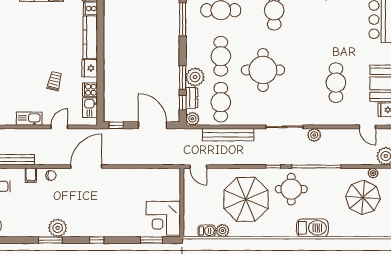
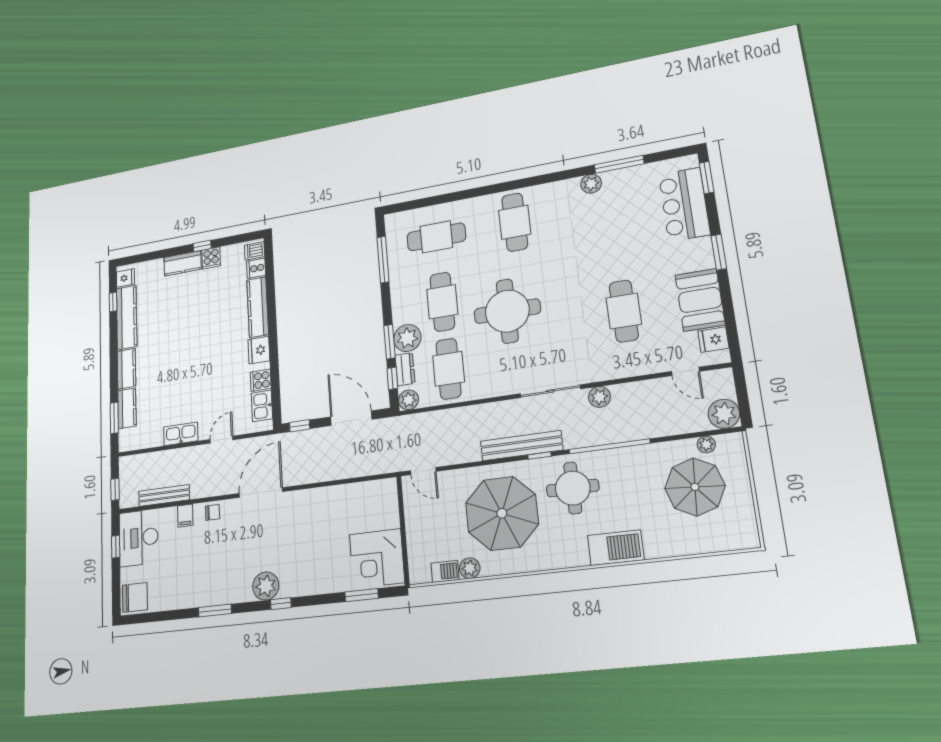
trolley: (55, 81) -> (213, 376), removed
bench: (228, 135) -> (521, 446), moved
plant: (58, 228) -> (266, 586), moved

